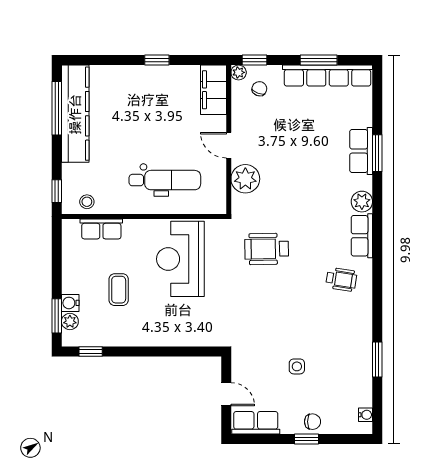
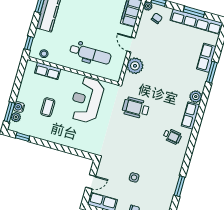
row of seats: (361, 151) -> (206, 58), moved
door: (226, 394) -> (91, 182), hinge flipped

